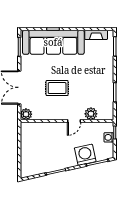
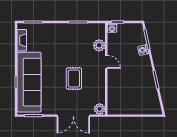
washing machine: (109, 137) -> (112, 28), moved
washing machine: (85, 155) -> (143, 50), width x0.53, depth x0.53

